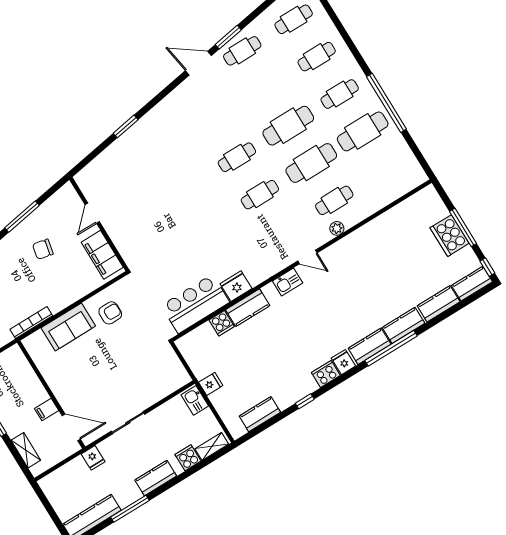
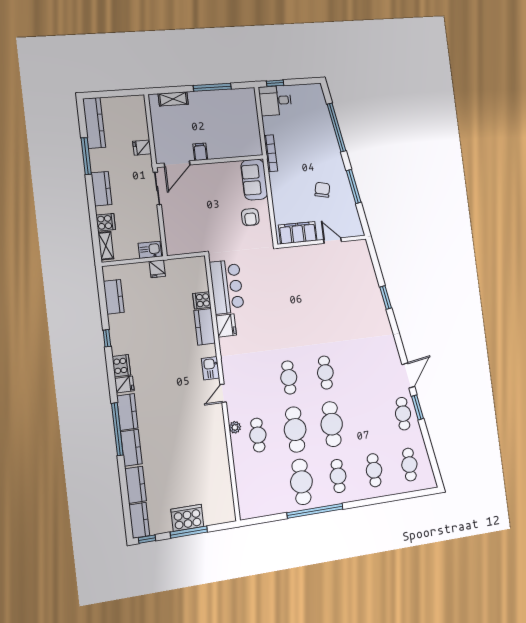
wall: (51, 395) -> (210, 161), moved
filing cabinet: (47, 410) -> (200, 152), moved
door: (71, 427) -> (177, 164), moved

